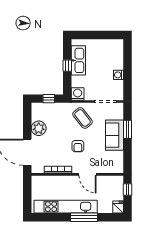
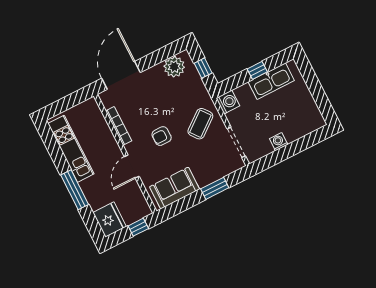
plant: (39, 128) -> (174, 67), moved
sofa: (114, 135) -> (175, 188), moved
kitchen unit: (66, 207) -> (71, 149), width x0.73
fridge: (118, 207) -> (110, 219), width x1.88, depth x1.34

